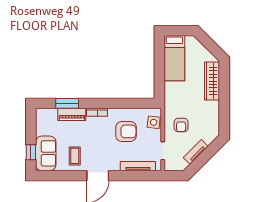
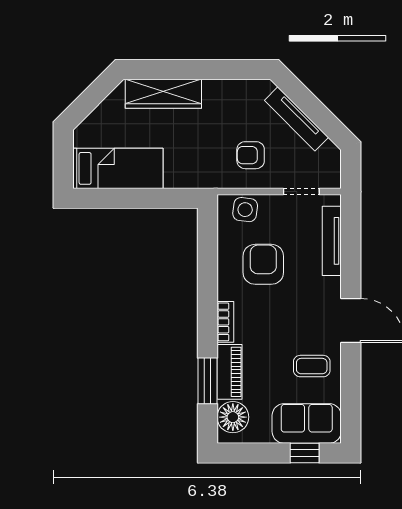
floor lamp: (49, 116) -> (233, 417), added
armchair: (181, 125) -> (251, 155), turned 180
tv unit: (196, 152) -> (296, 119), width x1.41

